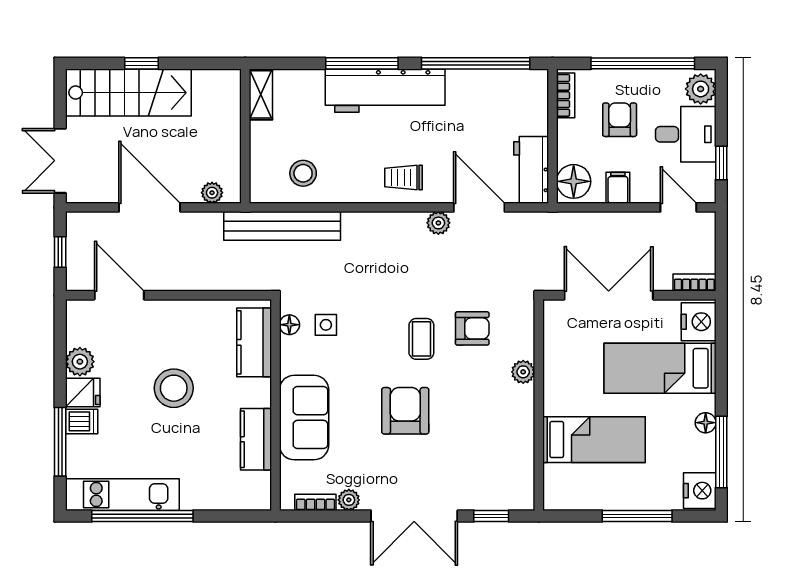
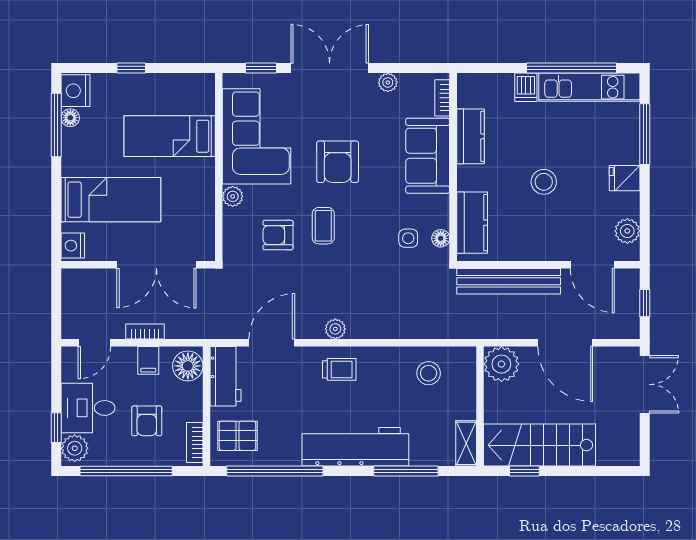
window: (142, 63) -> (524, 471), moved
window: (362, 63) -> (406, 471), moved
stairs: (128, 93) -> (540, 445), moved
pallet: (518, 103) -> (238, 436), added
window: (721, 163) -> (56, 428), moved
plant: (212, 193) -> (501, 364), width x1.88, depth x1.88
door: (479, 207) -> (272, 343), swing flipped
door: (678, 207) -> (94, 343), hinge flipped
plant: (438, 223) -> (335, 329), moved
bench: (282, 226) -> (509, 281), moved
bookcase: (694, 282) -> (145, 332), moved, turned 180
nightstand: (699, 322) -> (73, 246), width x0.74, depth x0.75
plant: (80, 362) -> (627, 231), moved
stool: (174, 388) -> (544, 182), width x0.73, depth x0.73
dishwasher: (82, 421) -> (526, 87), moved, turned -90
floor lamp: (706, 423) -> (70, 118), moved
corner sofa: (496, 439) -> (256, 136), added
bookcase: (315, 502) -> (442, 98), moved, turned 90
window: (637, 516) -> (131, 68), width x0.46

